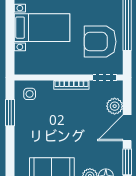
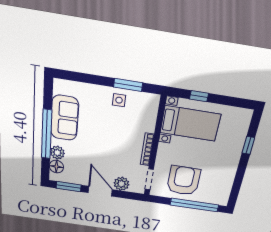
bed with nightstands: (42, 28) -> (190, 123), moved, turned -90
window: (10, 44) -> (199, 96), added
side table: (30, 94) -> (119, 100), moved

